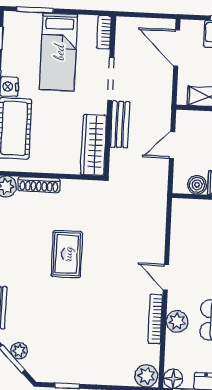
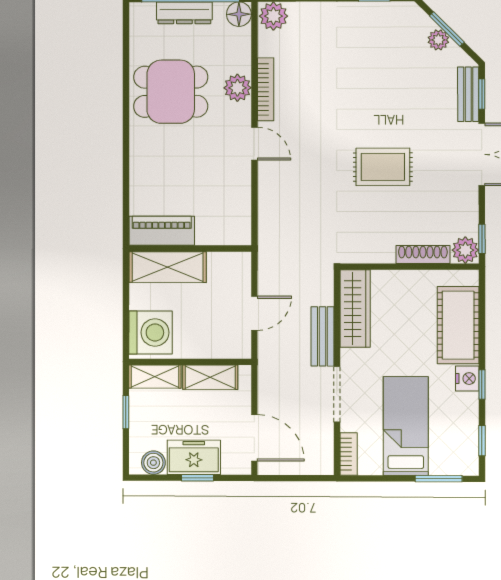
boiler: (197, 185) -> (220, 264), removed
rug: (67, 254) -> (383, 167), turned 90

